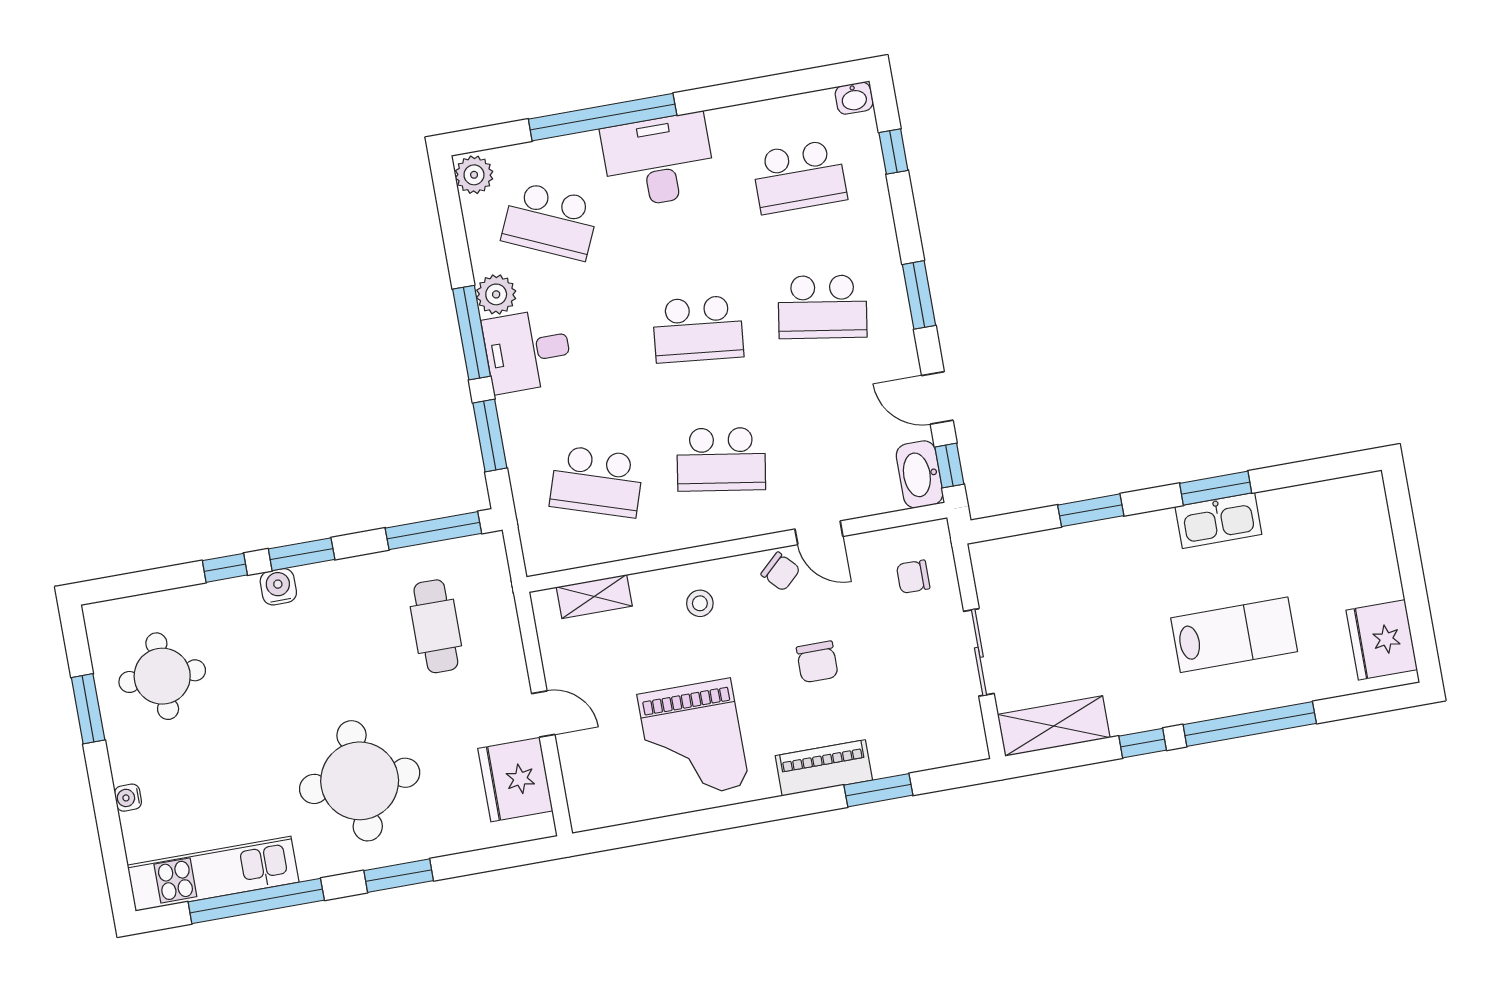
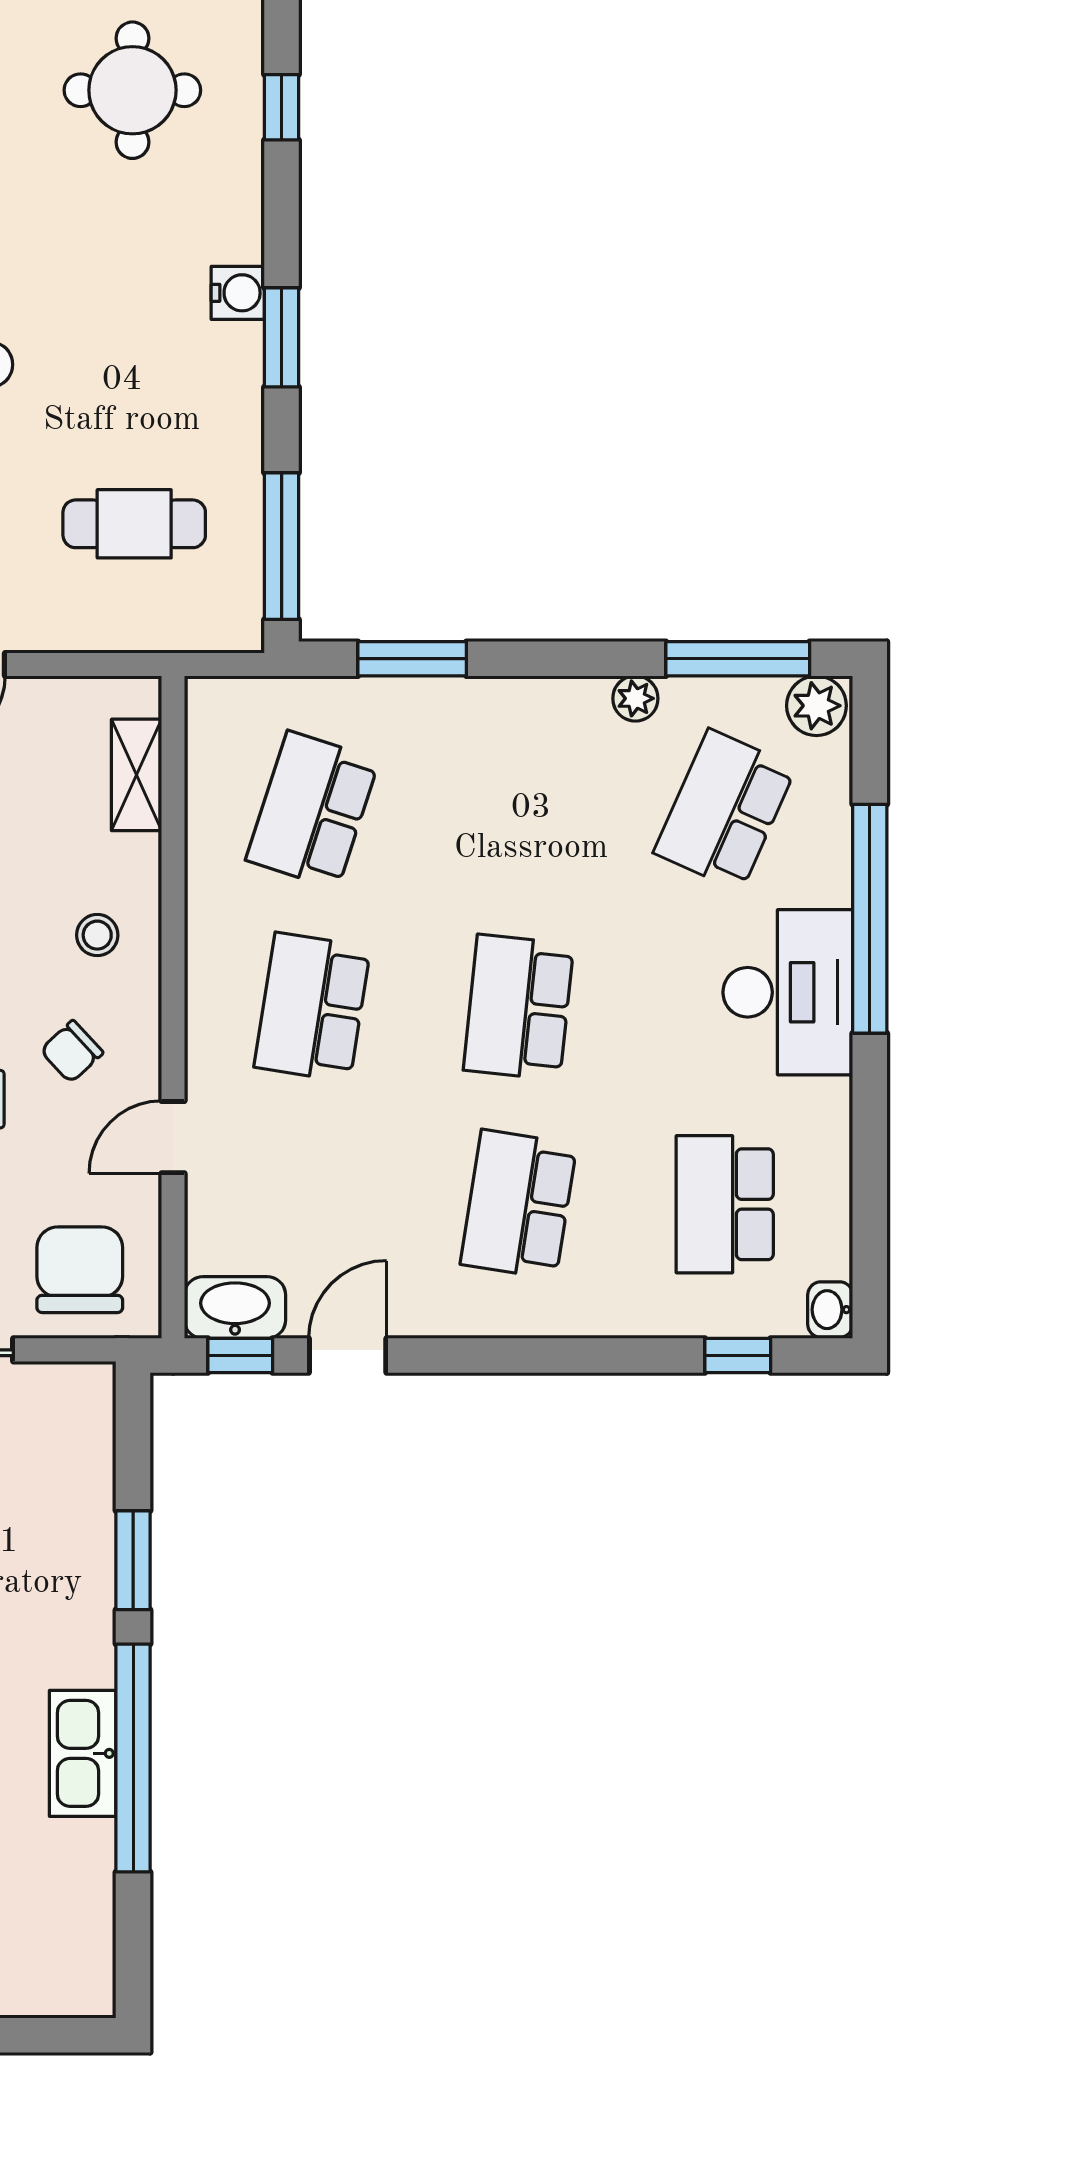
plant: (496, 294) -> (635, 698), width x0.73, depth x0.73
window: (919, 295) -> (511, 1356), removed
window: (472, 333) -> (738, 659), moved
desk: (528, 351) -> (532, 740), removed
window: (1216, 488) -> (133, 1758), width x2.11
window: (225, 568) -> (282, 107), moved
chair: (781, 572) -> (72, 1052), moved
chair: (913, 577) -> (80, 1270), width x1.87, depth x1.87

